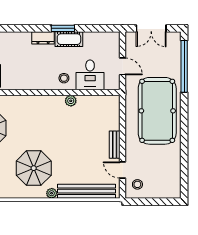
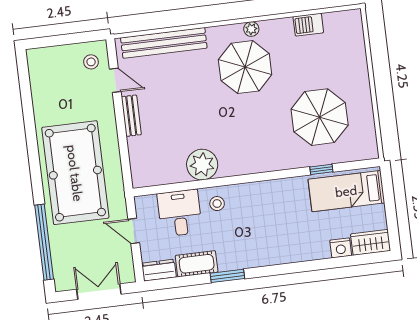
dresser: (43, 38) -> (159, 270), moved
cot: (69, 39) -> (197, 264), moved
plant: (71, 101) -> (202, 165), width x1.87, depth x1.87
plant: (52, 193) -> (251, 29), moved

